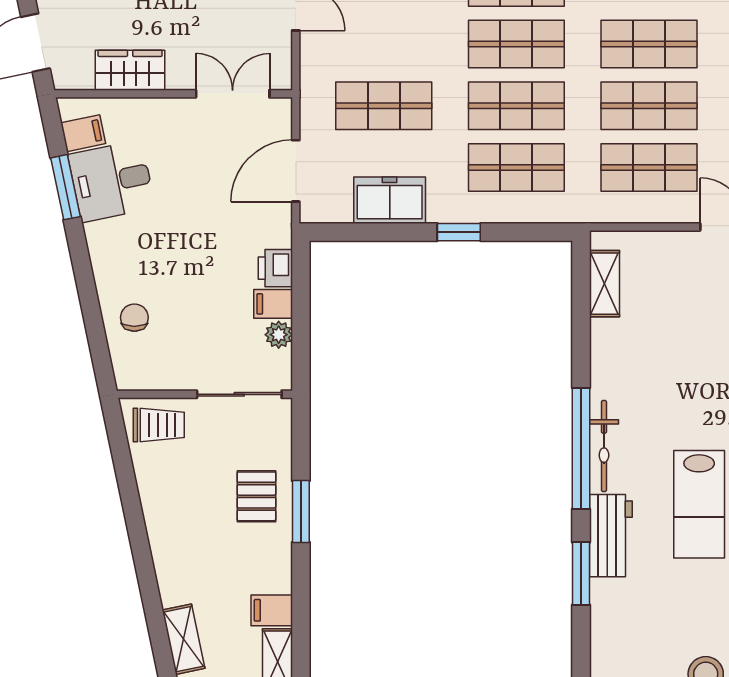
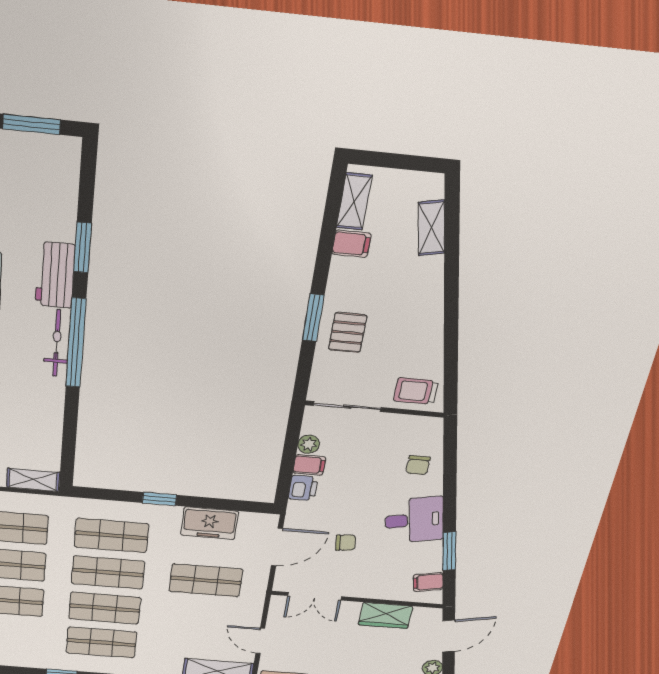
desk: (112, 181) -> (414, 520), moved
chair: (206, 187) -> (346, 543), added
shelving: (604, 284) -> (33, 480), moved, turned 90

